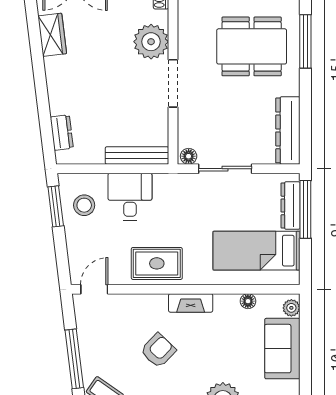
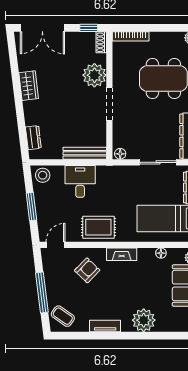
wardrobe: (52, 35) -> (29, 86), moved
sliding door: (225, 169) -> (158, 162), moved
stool: (84, 205) -> (43, 175), moved
window: (56, 206) -> (31, 207), moved
armchair: (158, 350) -> (87, 270), moved

